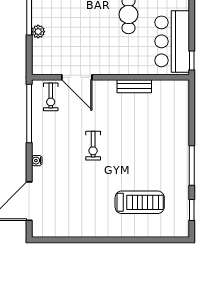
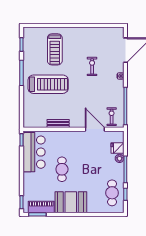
fridge: (41, 48) -> (117, 148), added
exercise bike: (93, 146) -> (92, 66), moved
treadmill: (150, 148) -> (48, 84), added
treadmill: (140, 202) -> (55, 49), turned -90

